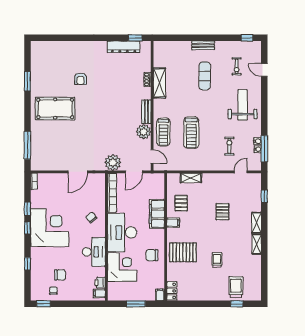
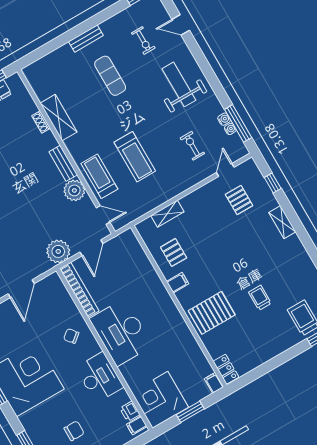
treadmill: (163, 132) -> (99, 176), turned 180
pallet: (222, 212) -> (239, 200), moved
filing cabinet: (157, 214) -> (151, 284), removed
shelving: (257, 244) -> (298, 249), removed
chair: (152, 255) -> (175, 339), removed
corner desk: (122, 267) -> (160, 400), moved, turned -90

